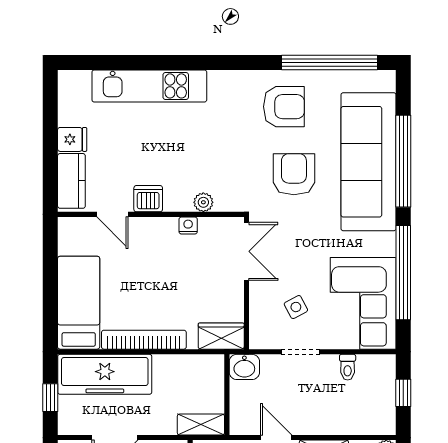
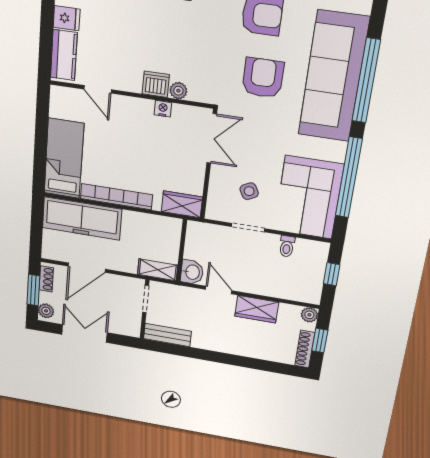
dishwasher: (148, 199) -> (156, 84), moved
washbasin: (244, 367) -> (192, 272), moved, turned -90
window: (50, 398) -> (36, 229), removed

